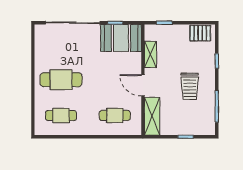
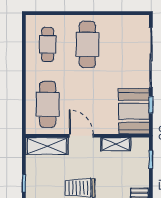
door: (143, 85) -> (81, 136), hinge flipped
cafe table: (115, 115) -> (48, 104), width x1.37, depth x1.35

